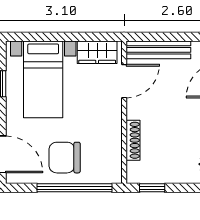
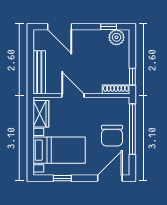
door: (124, 81) -> (73, 96), moved
shoe rack: (133, 140) -> (116, 90), moved

